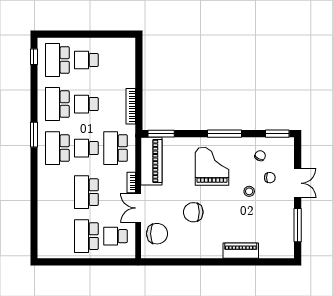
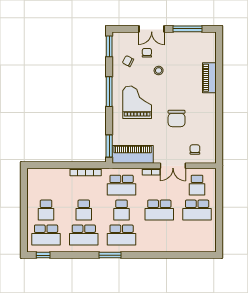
grand piano: (212, 166) -> (137, 102), turned 90
double door: (298, 183) -> (152, 29), swing flipped
chair: (157, 234) -> (195, 150), width x0.54, depth x0.54

